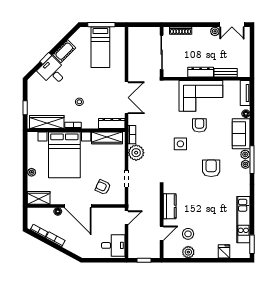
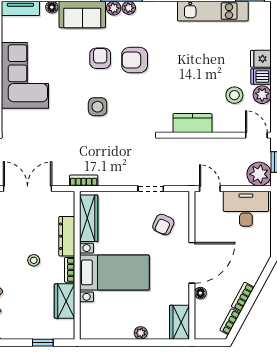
wardrobe: (47, 122) -> (65, 301), width x0.67
dresser: (112, 124) -> (67, 236), moved
armchair: (199, 125) -> (100, 58), moved, turned 90
plant: (136, 153) -> (259, 174), moved
bed with nightstands: (64, 155) -> (114, 272), width x0.73
door: (162, 233) -> (256, 135), moved
desk: (113, 245) -> (246, 209), width x1.37
dishwasher: (200, 251) -> (261, 77), added
fridge: (224, 251) -> (261, 59), moved

